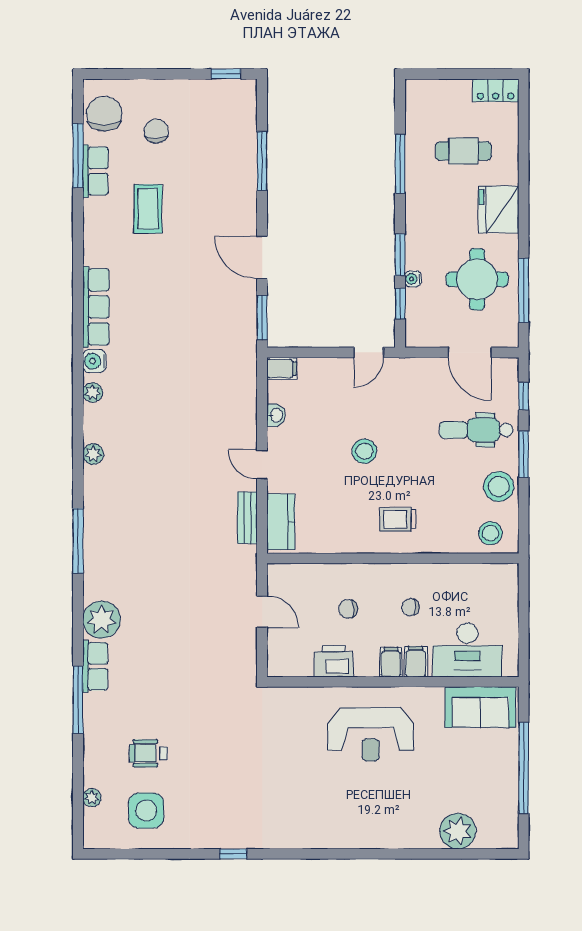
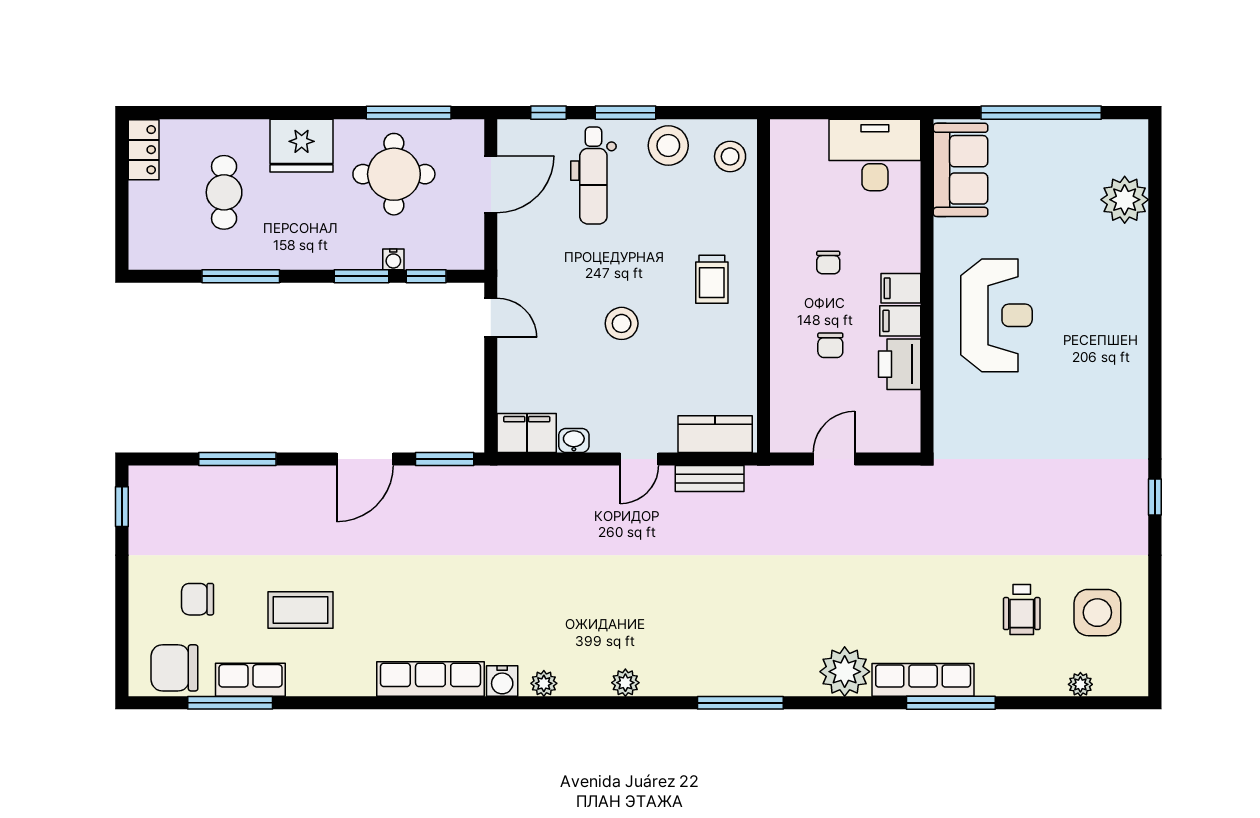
filing cabinet: (282, 368) -> (527, 433), width x2.00
desk: (467, 650) -> (875, 155), moved, turned -90
filing cabinet: (416, 662) -> (900, 321), moved
row of seats: (95, 666) -> (923, 680), width x1.48

